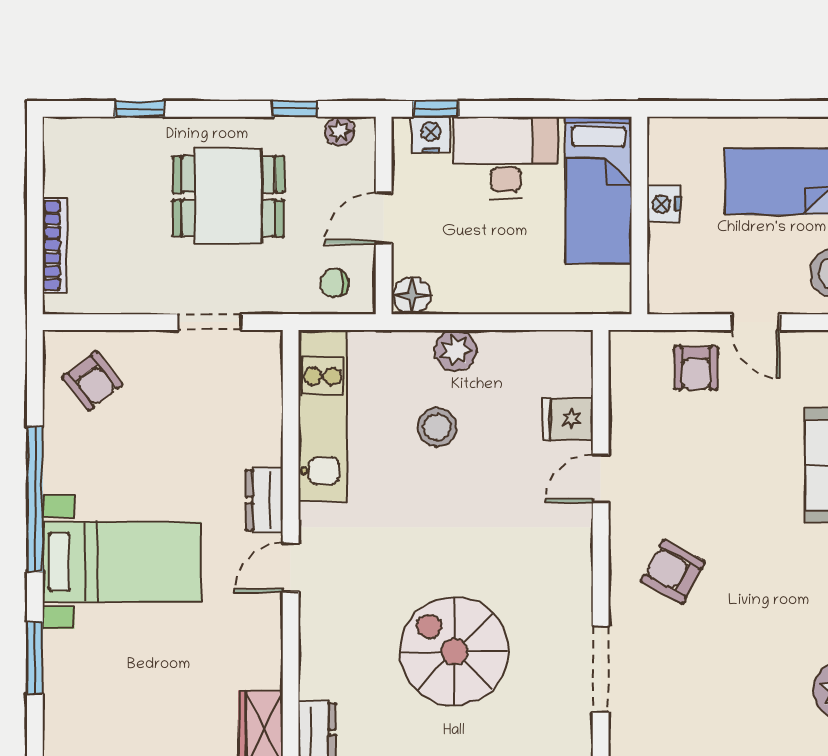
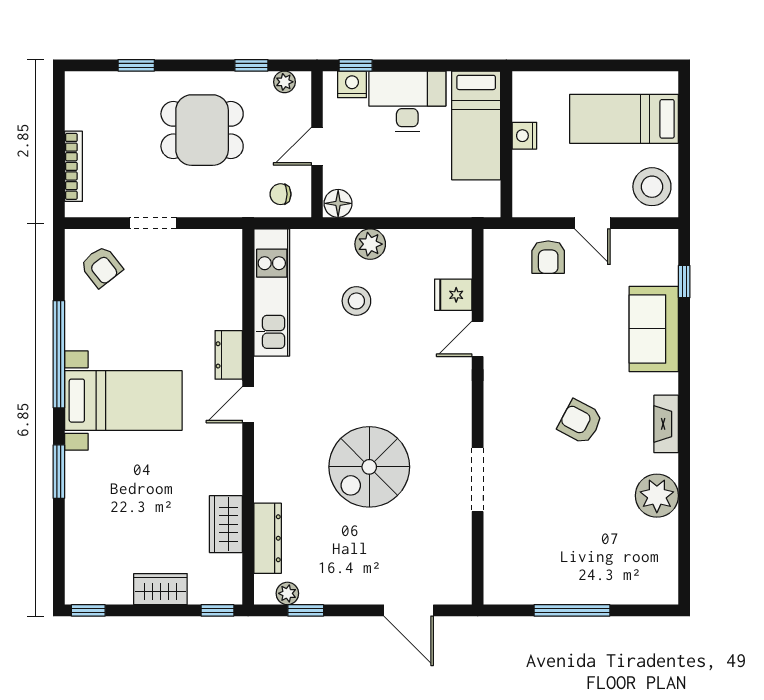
doorway: (210, 322) -> (153, 223), moved
armchair: (673, 572) -> (580, 422), moved
spiral stairs: (454, 651) -> (369, 467), turned -90

